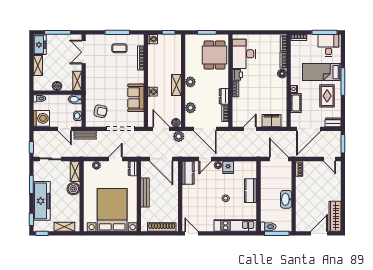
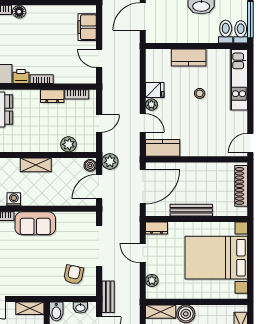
plant: (190, 82) -> (31, 145), removed
washing machine: (153, 92) -> (14, 199), moved
sofa: (136, 98) -> (35, 223), moved
door: (205, 129) -> (99, 123), width x0.53
toilet: (268, 216) -> (226, 31), added

